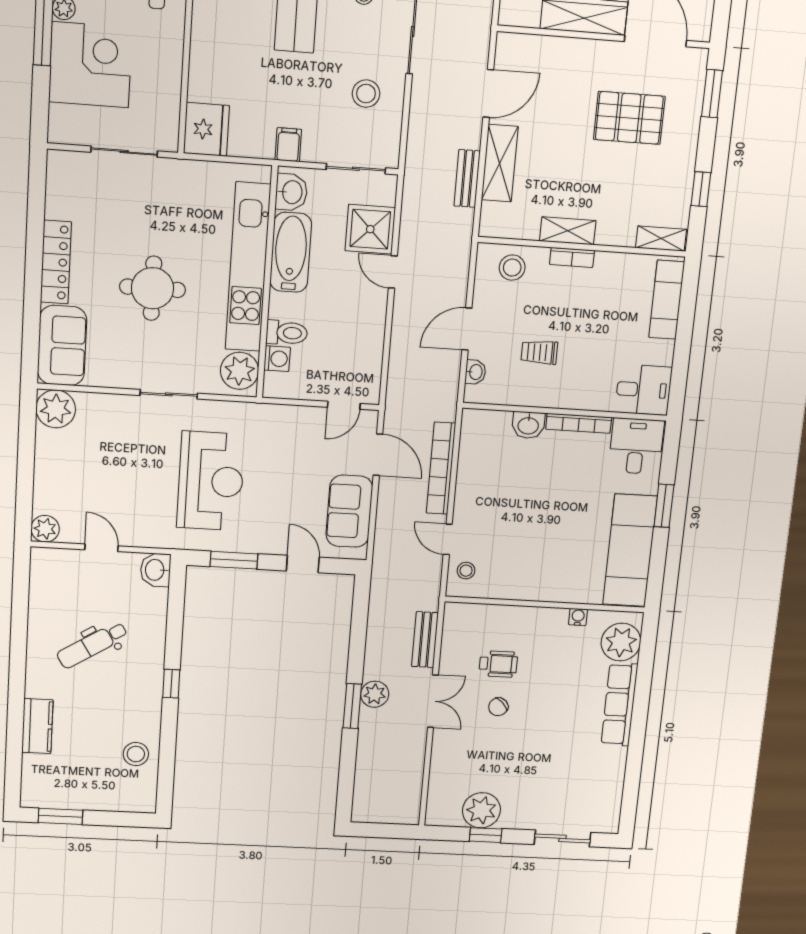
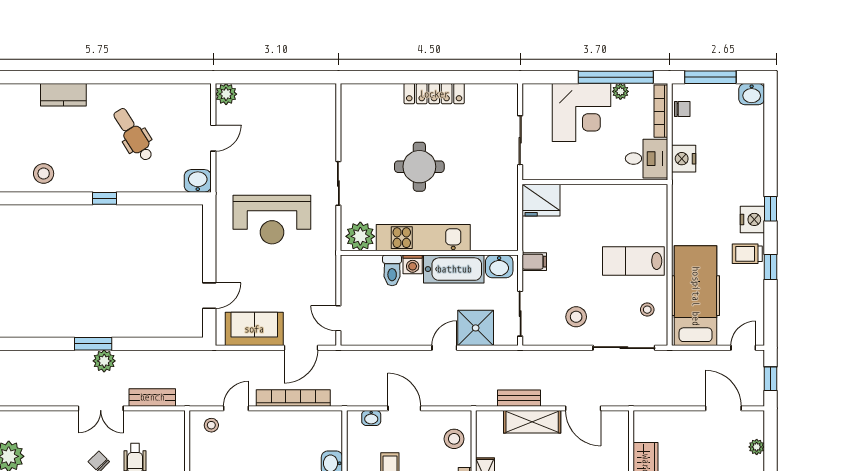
kitchen unit: (248, 267) -> (423, 238), width x0.73
sofa: (62, 346) -> (371, 101), removed
washing machine: (277, 359) -> (413, 264), moved
plant: (56, 409) -> (322, 98), removed
window: (234, 560) -> (209, 241), removed

